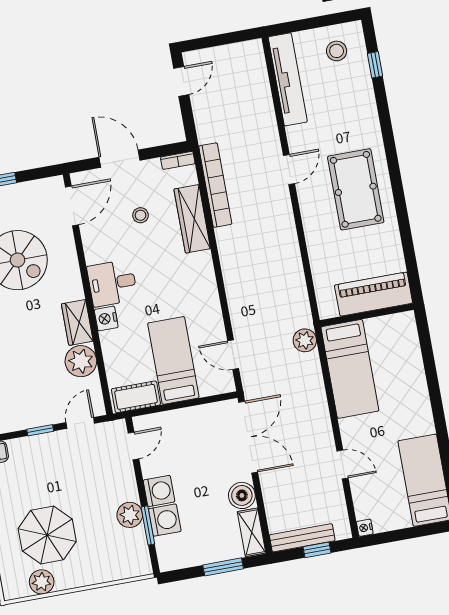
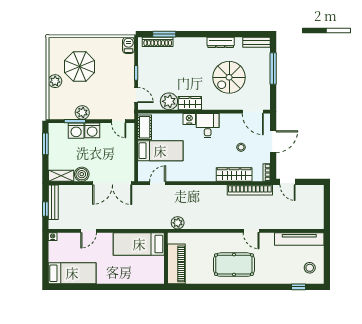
door: (181, 81) -> (288, 182), moved
plant: (305, 340) -> (178, 223), moved
window: (223, 567) -> (45, 144), moved
plant: (42, 582) -> (55, 81), moved

